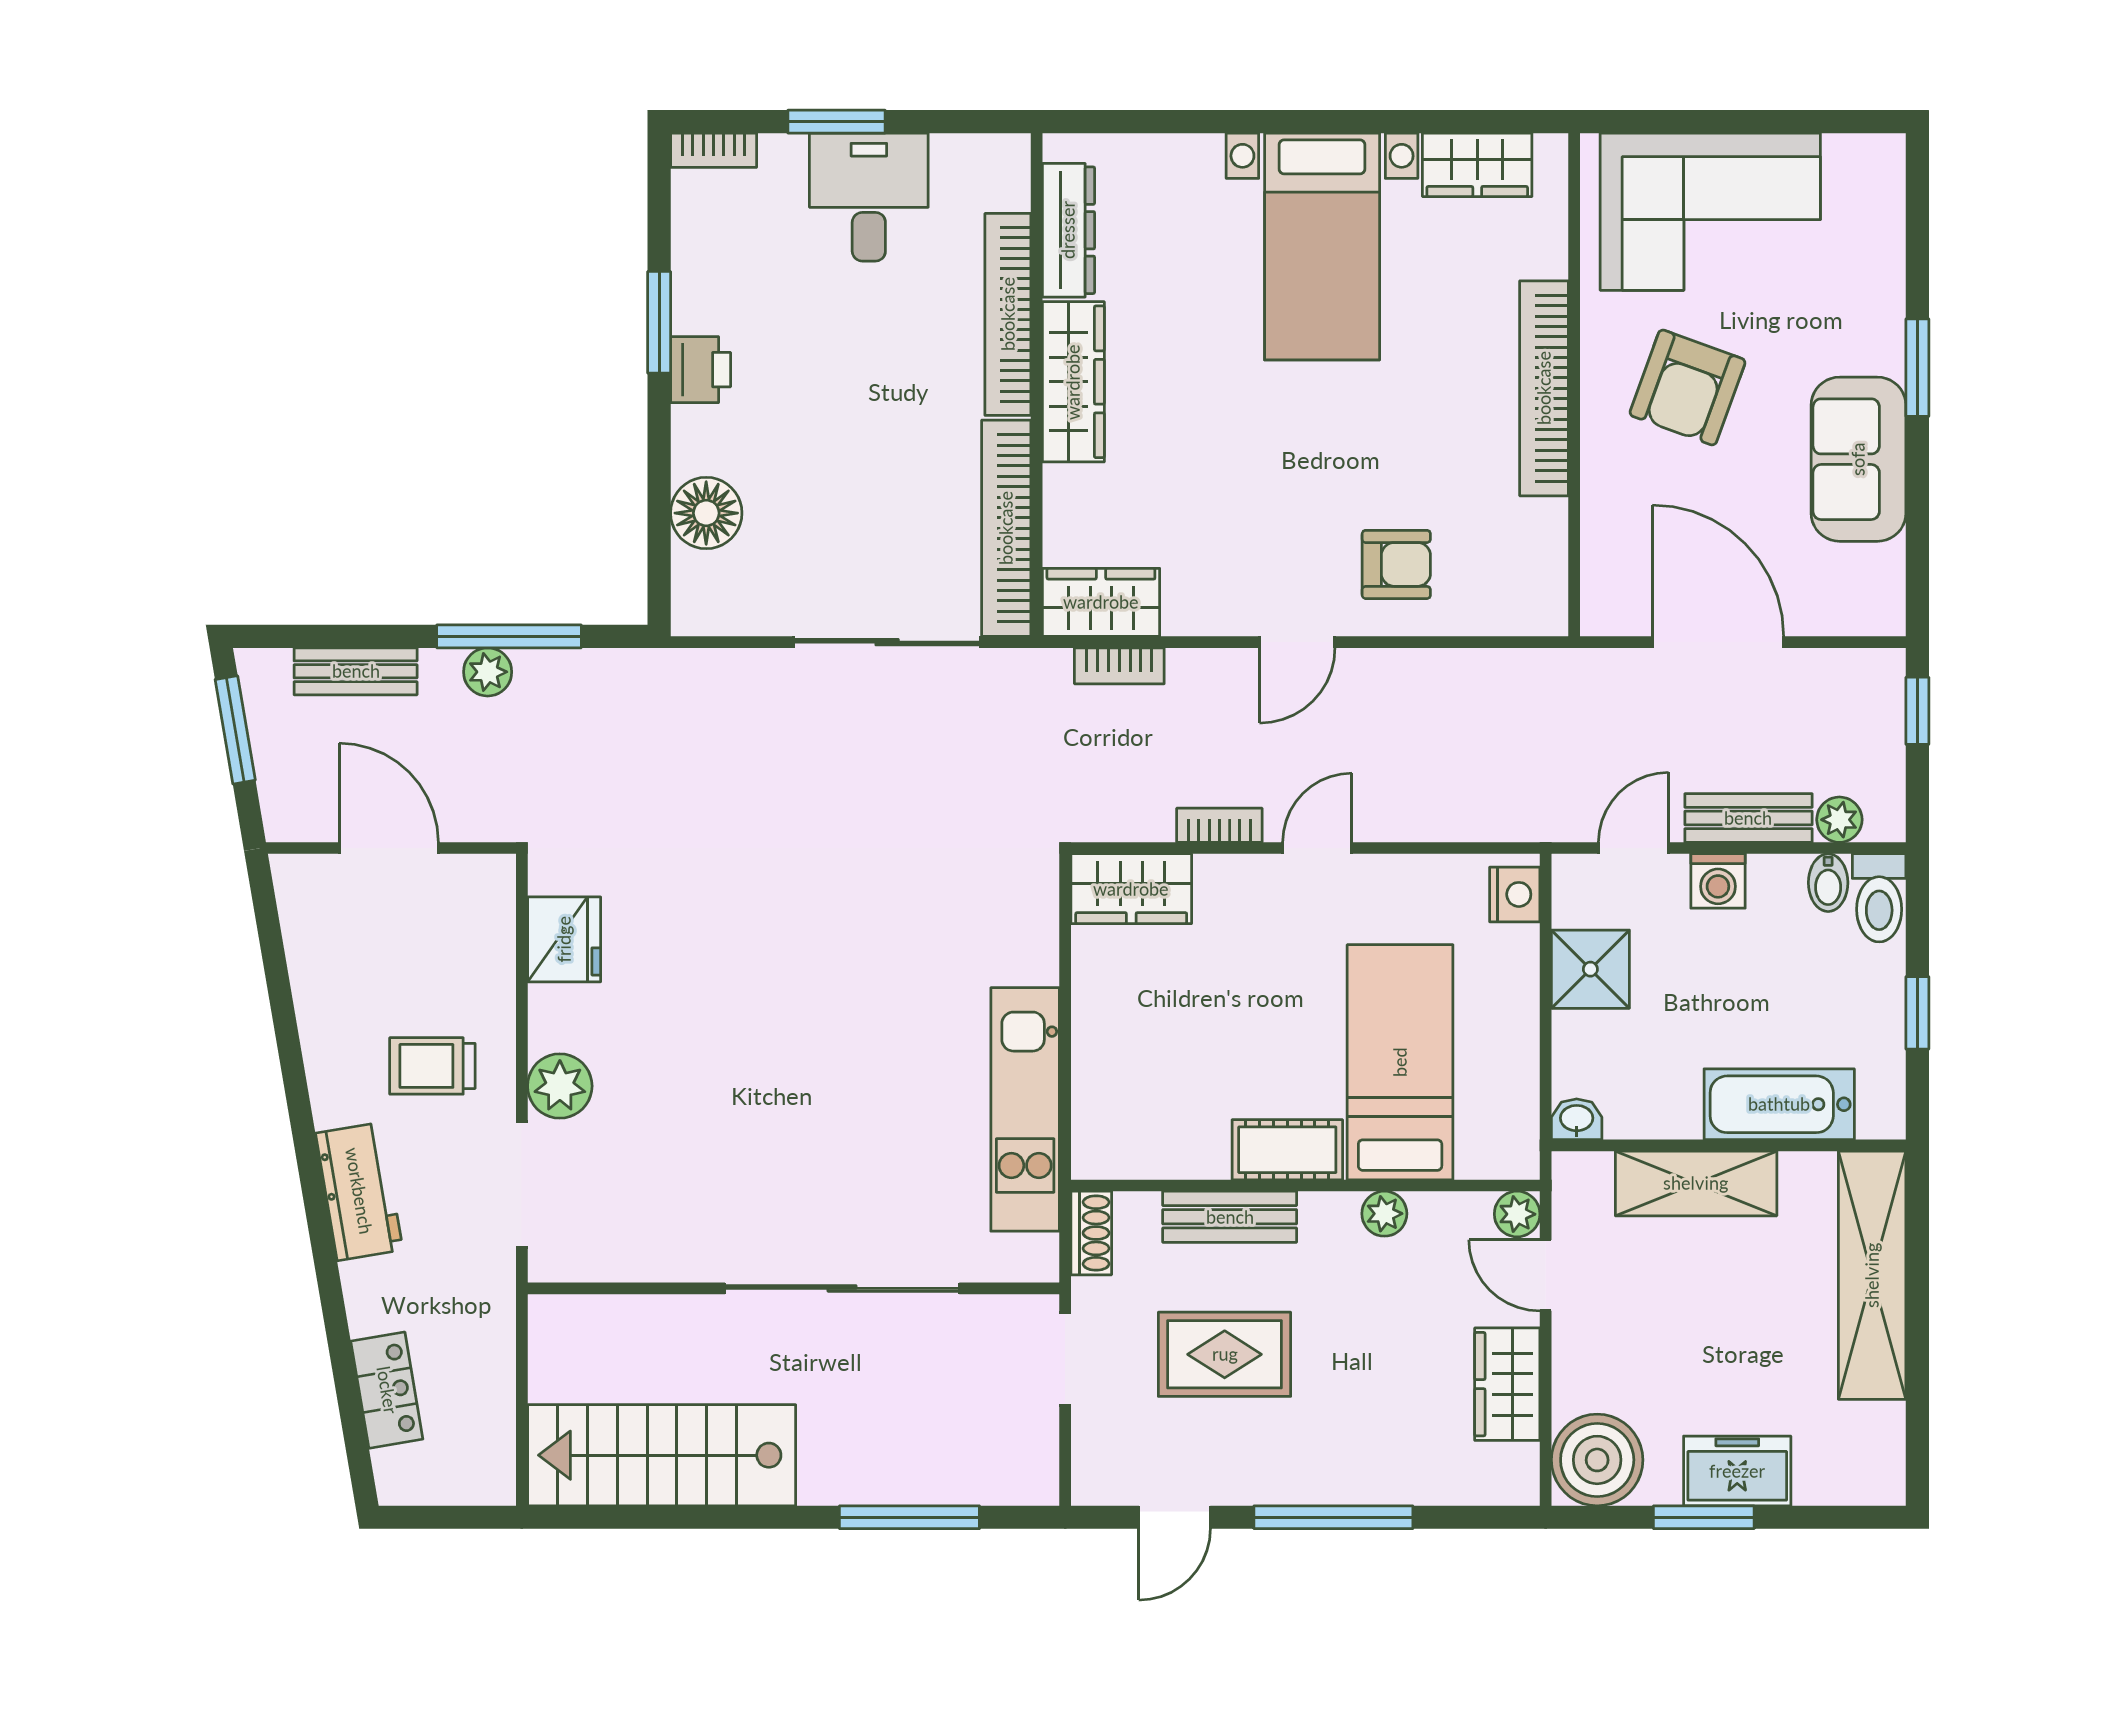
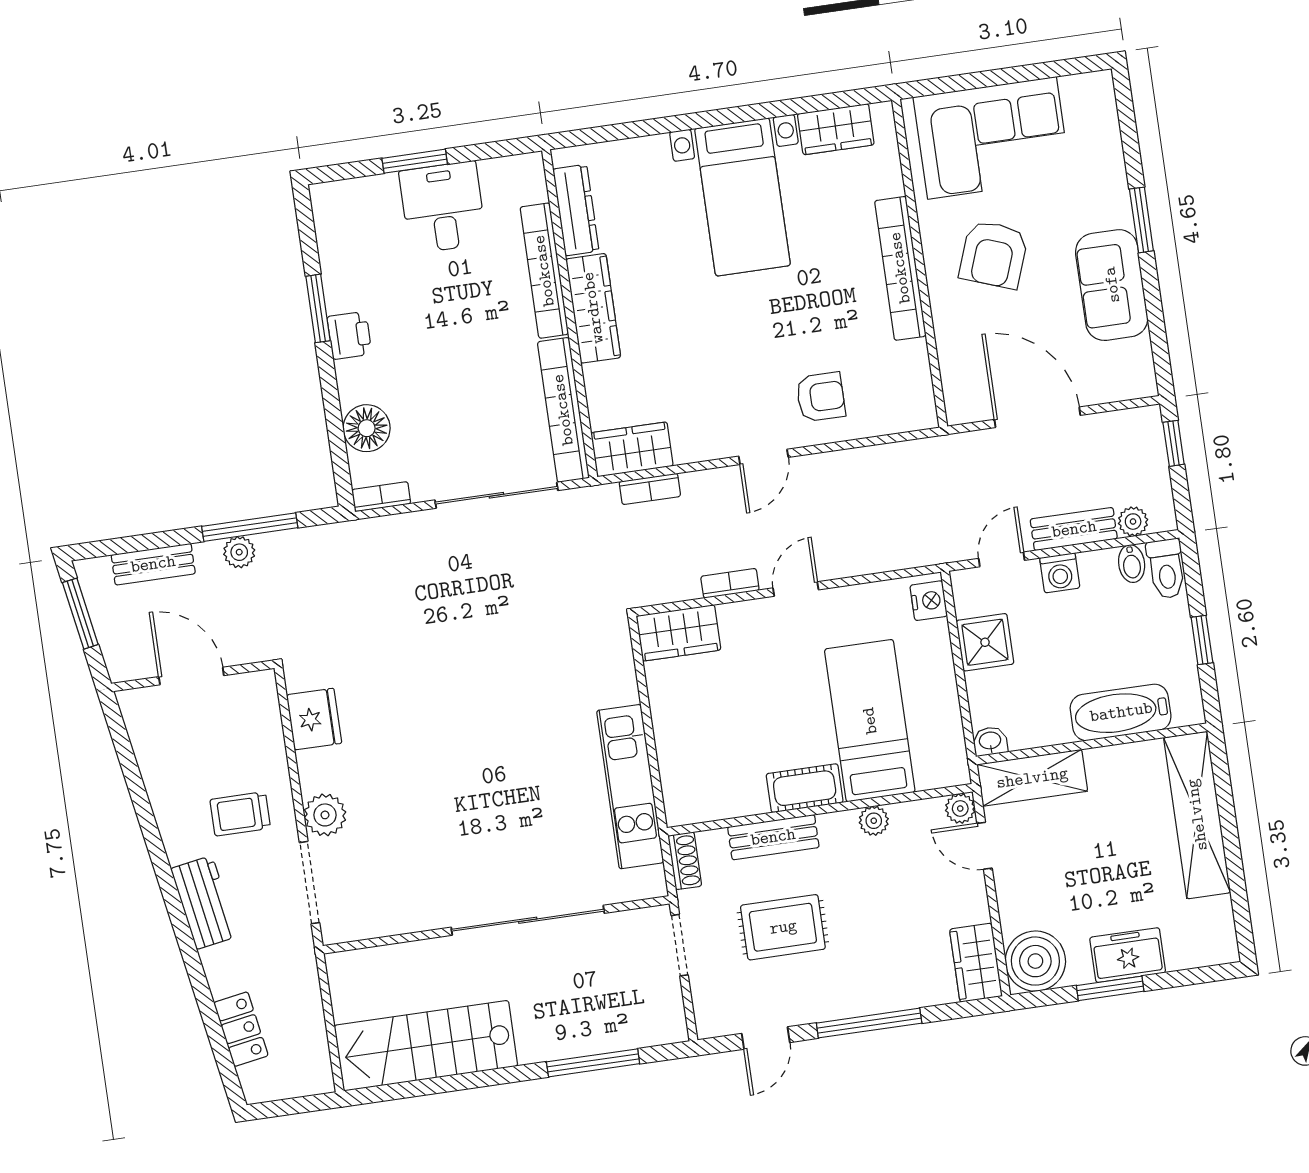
bookcase: (714, 150) -> (381, 497), moved, turned 180
shelving: (1696, 1183) -> (1032, 778), moved
wardrobe: (1507, 1384) -> (976, 963), moved

